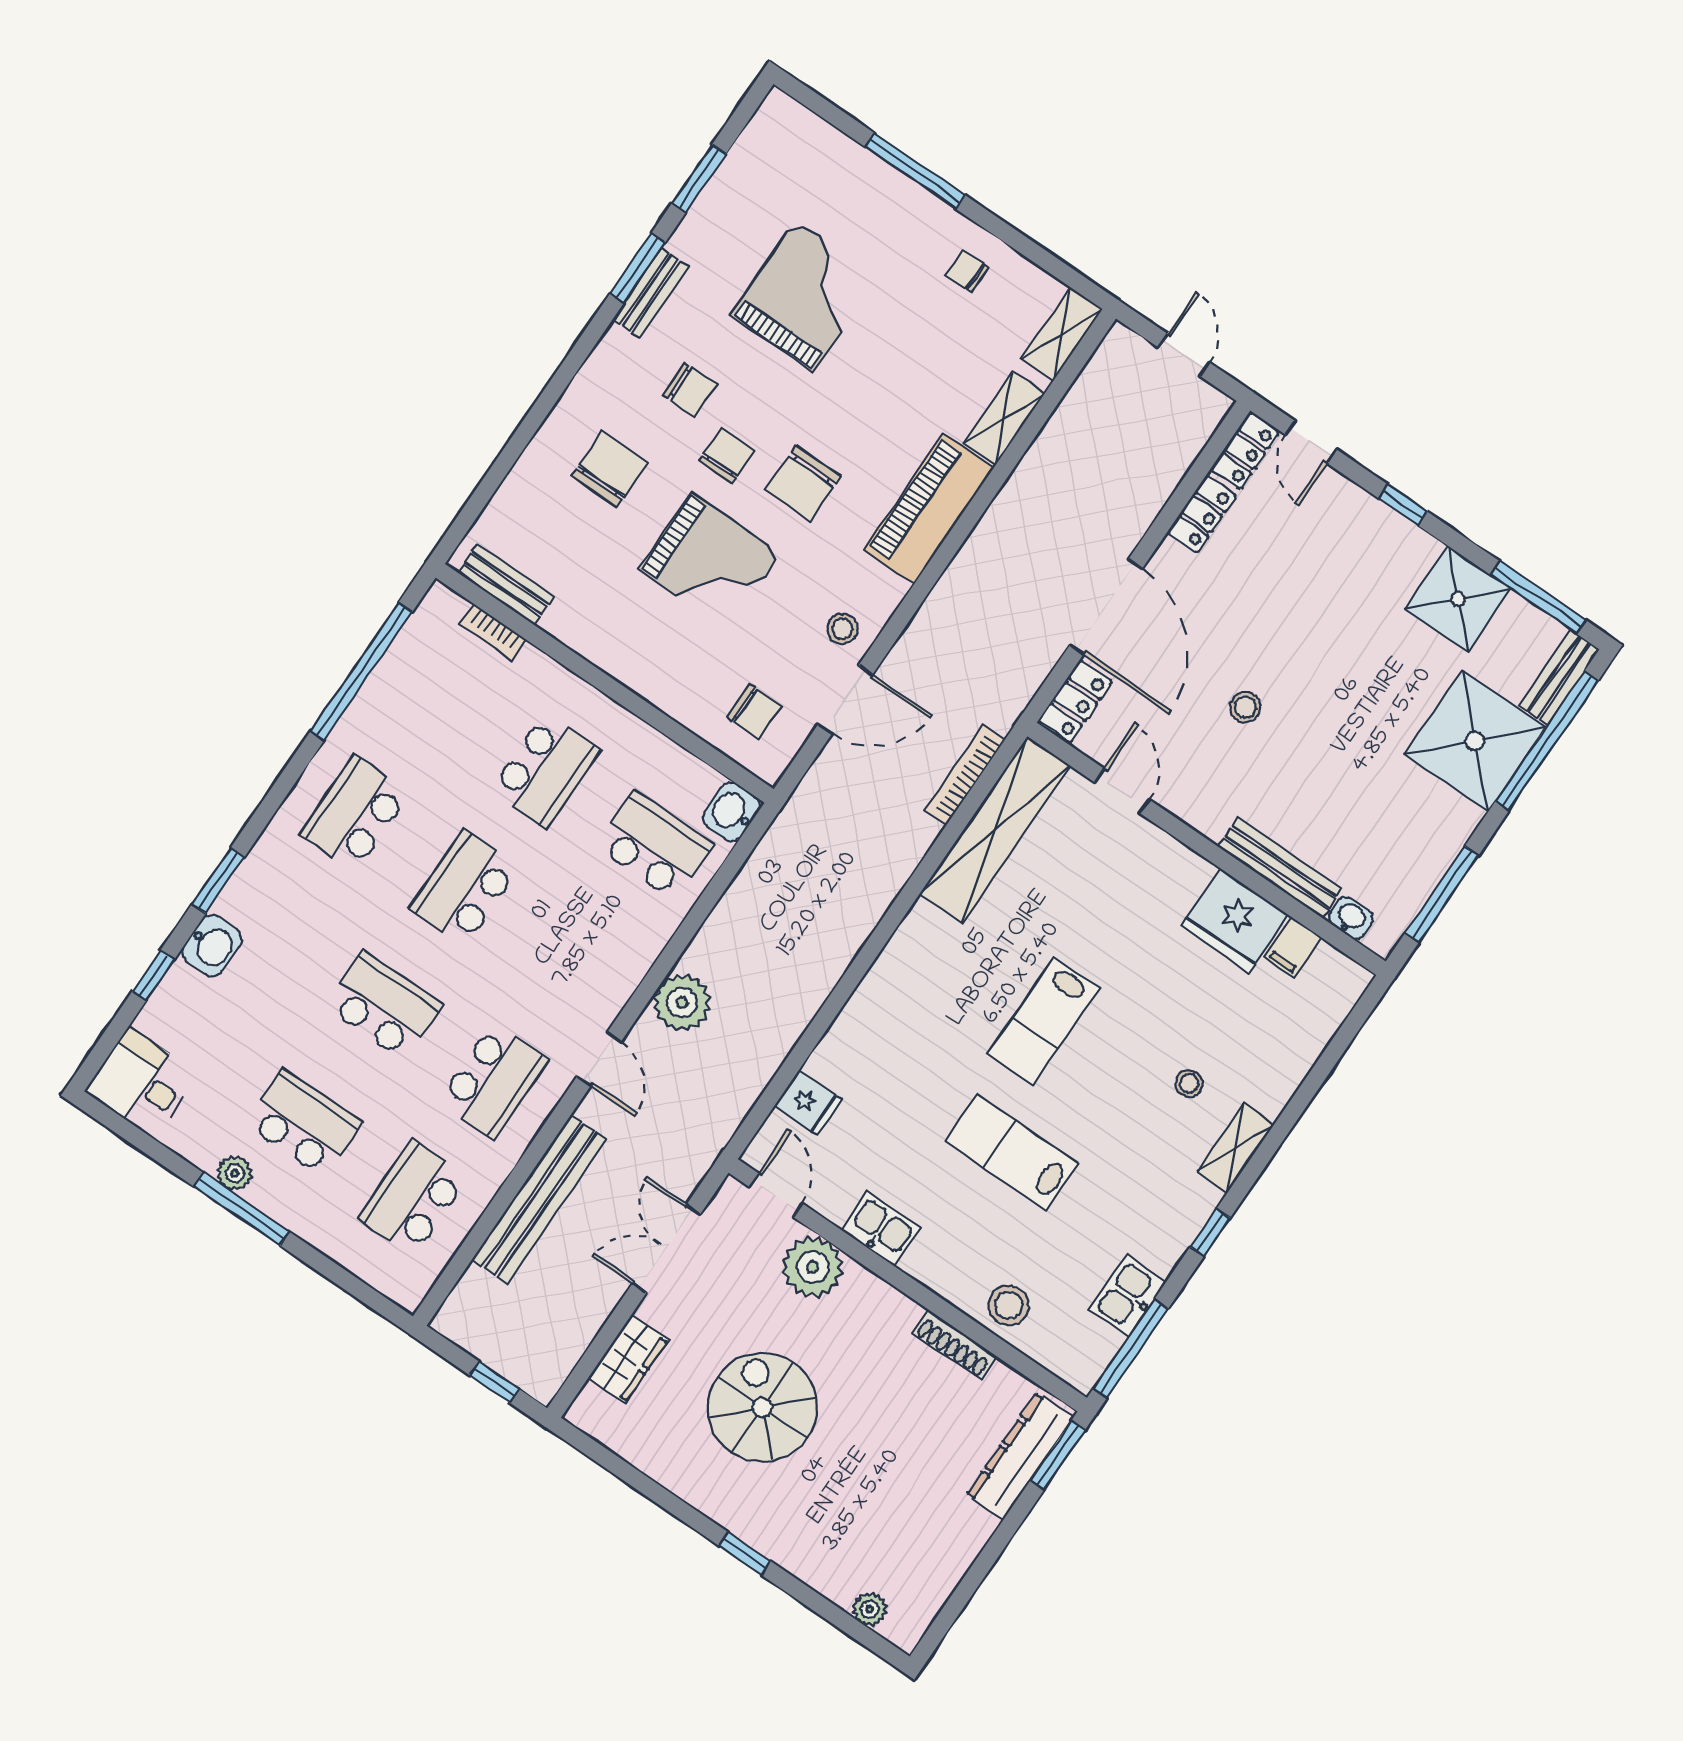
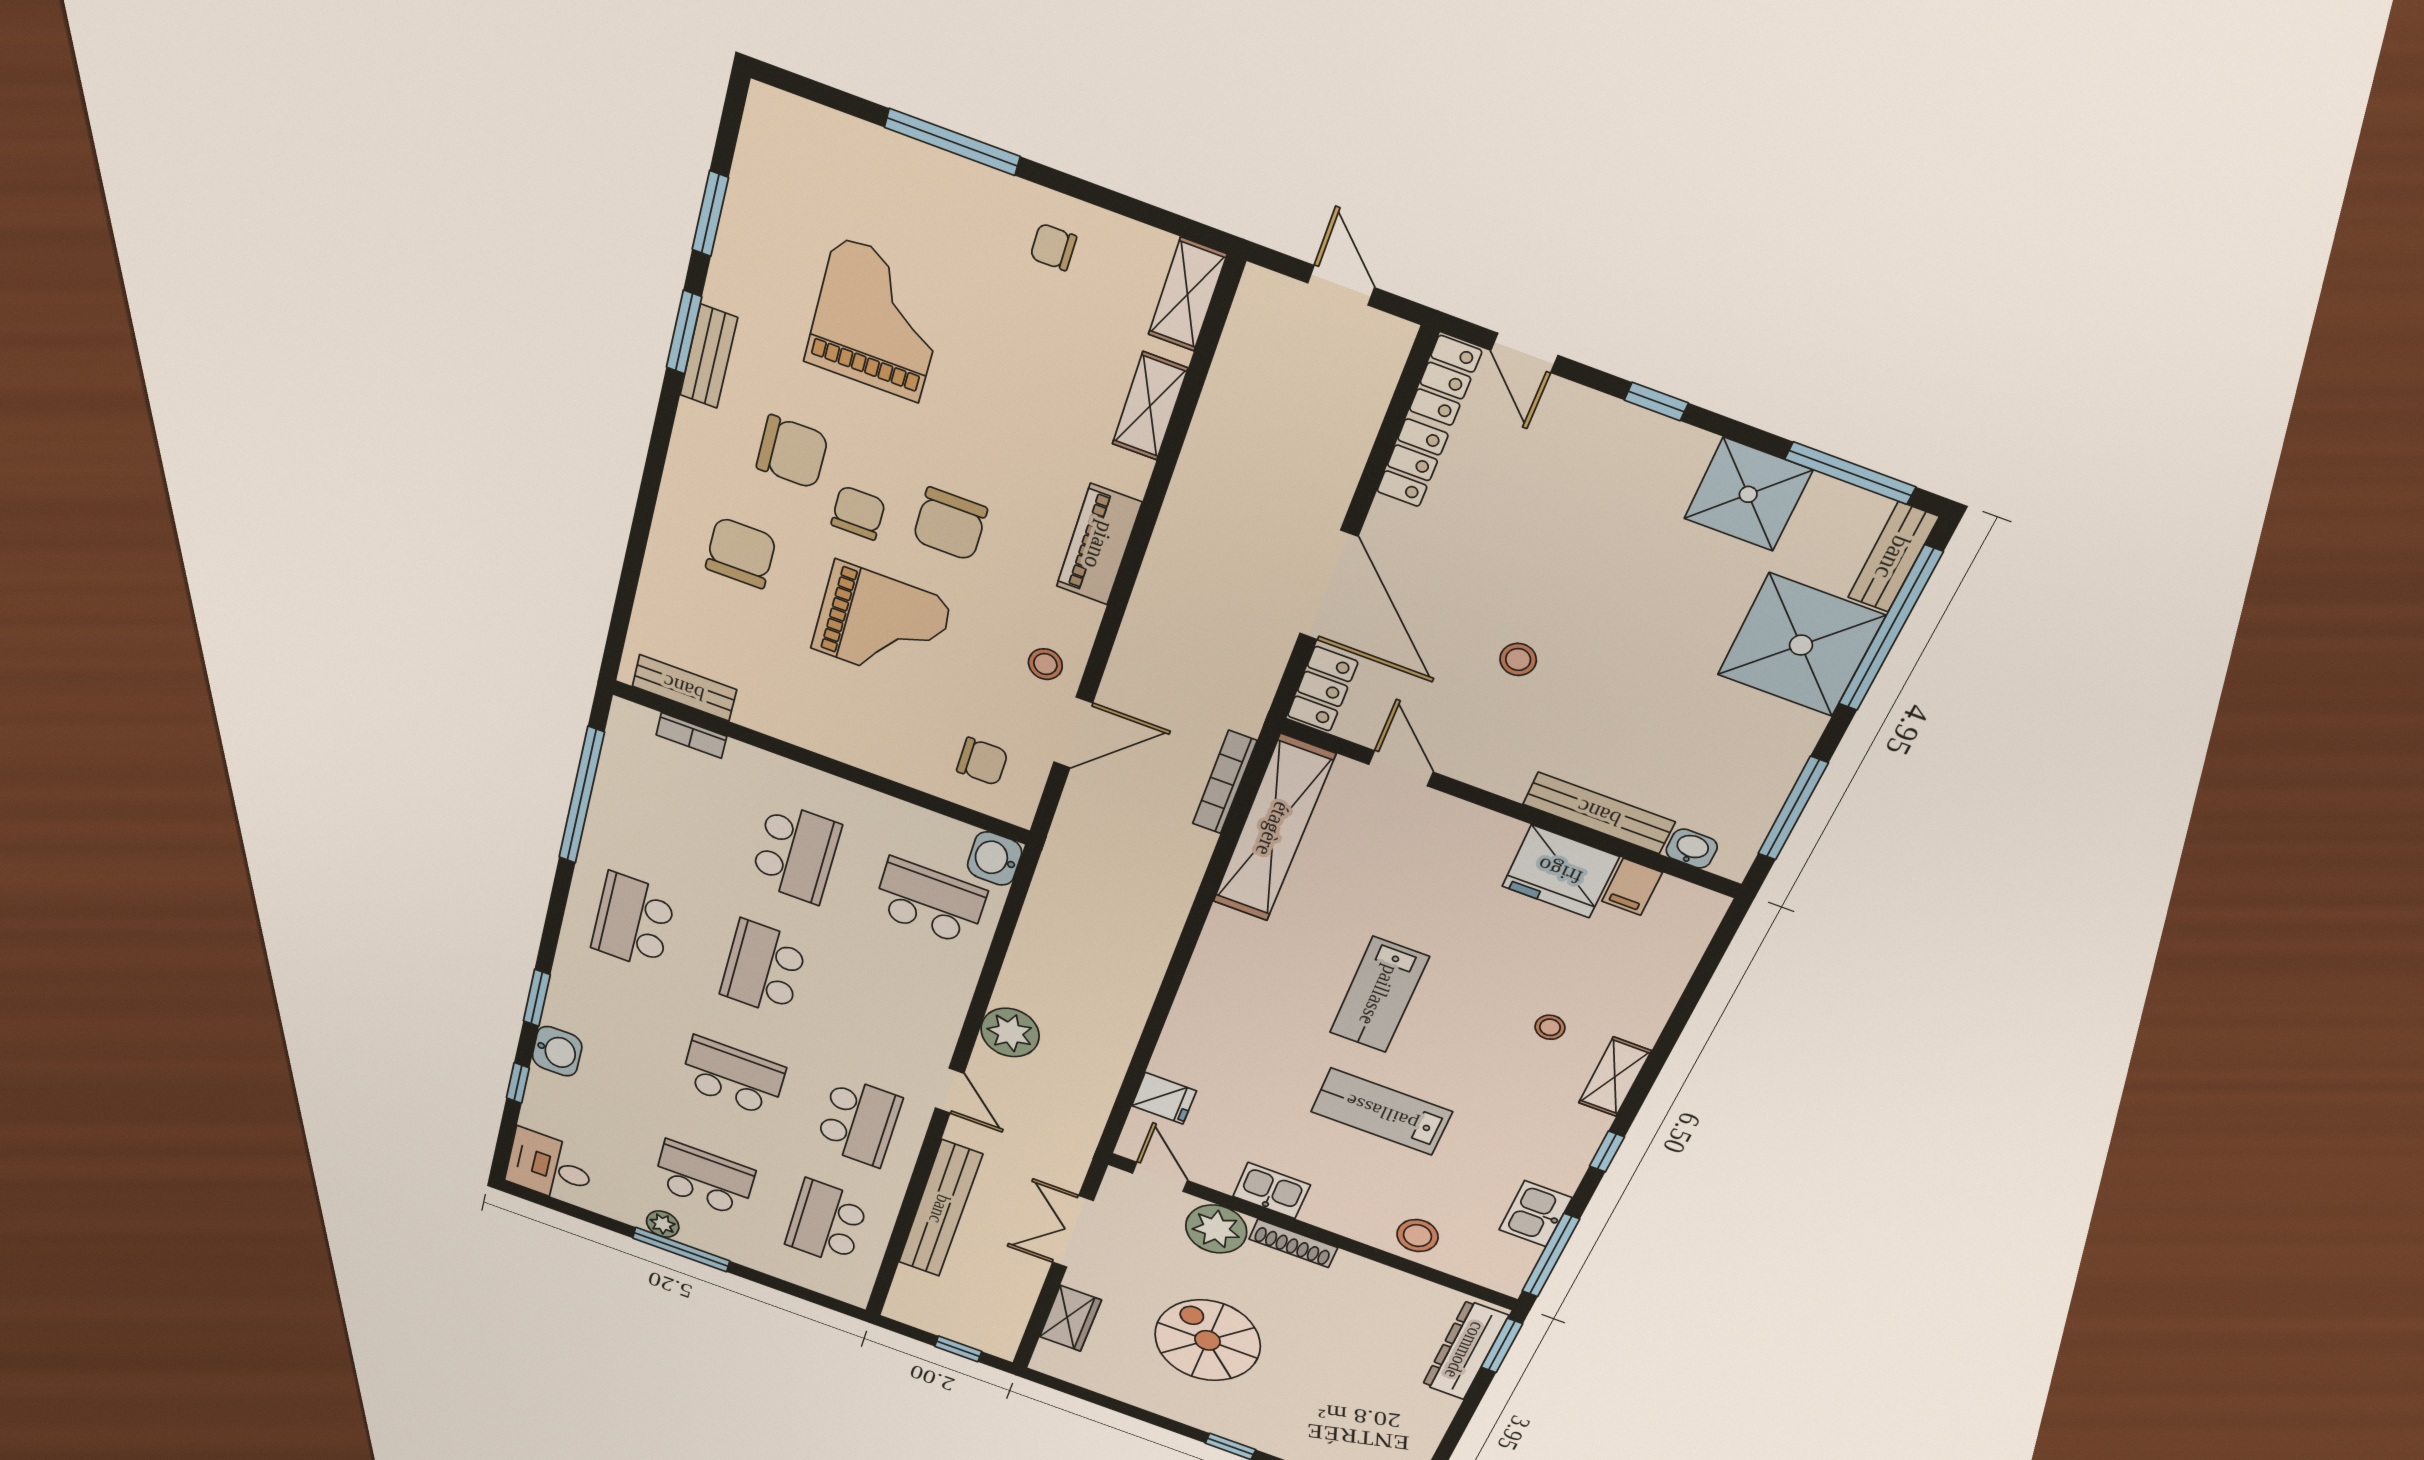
chair: (690, 390) -> (792, 452), width x1.37, depth x1.37
piano: (929, 509) -> (1099, 545), width x0.73, depth x0.75
shoe rack: (955, 1345) -> (1293, 1243), moved

